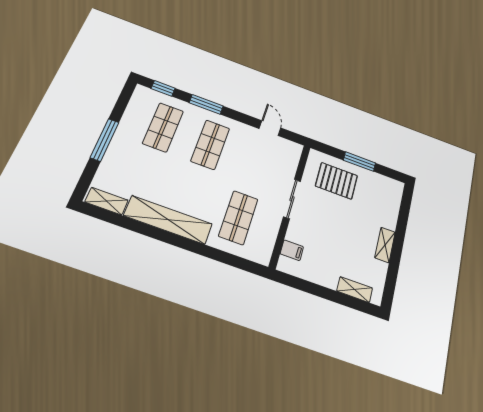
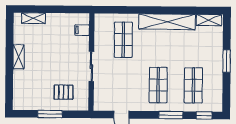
window: (105, 140) -> (227, 61), width x0.69
pallet: (336, 181) -> (64, 92), width x0.67, depth x0.71

